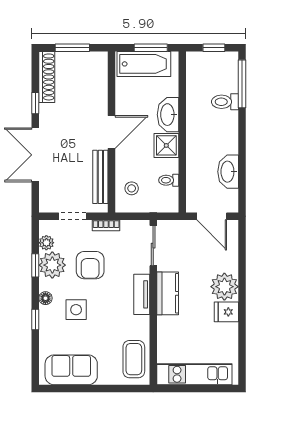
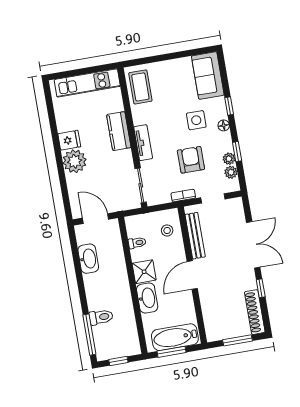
plant: (52, 265) -> (229, 159), width x0.53, depth x0.53
kitchen counter: (168, 293) -> (119, 131), moved
sofa: (71, 370) -> (208, 76), moved, turned 90

